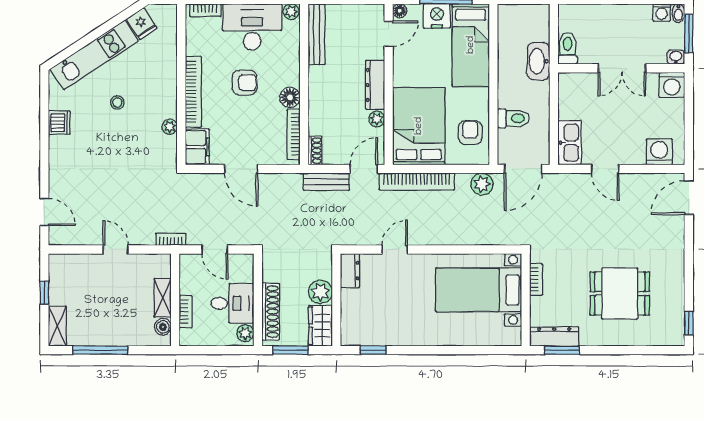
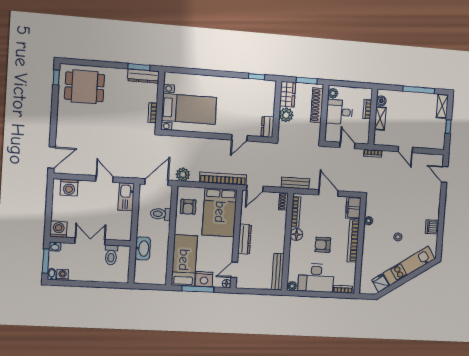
toilet: (568, 48) -> (111, 255), moved
plant: (377, 119) -> (245, 218), removed
bench: (326, 182) -> (295, 183), moved
dining table: (620, 293) -> (85, 87), moved

